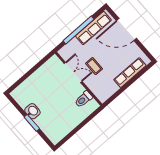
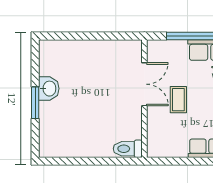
toilet: (83, 99) -> (128, 149), moved

